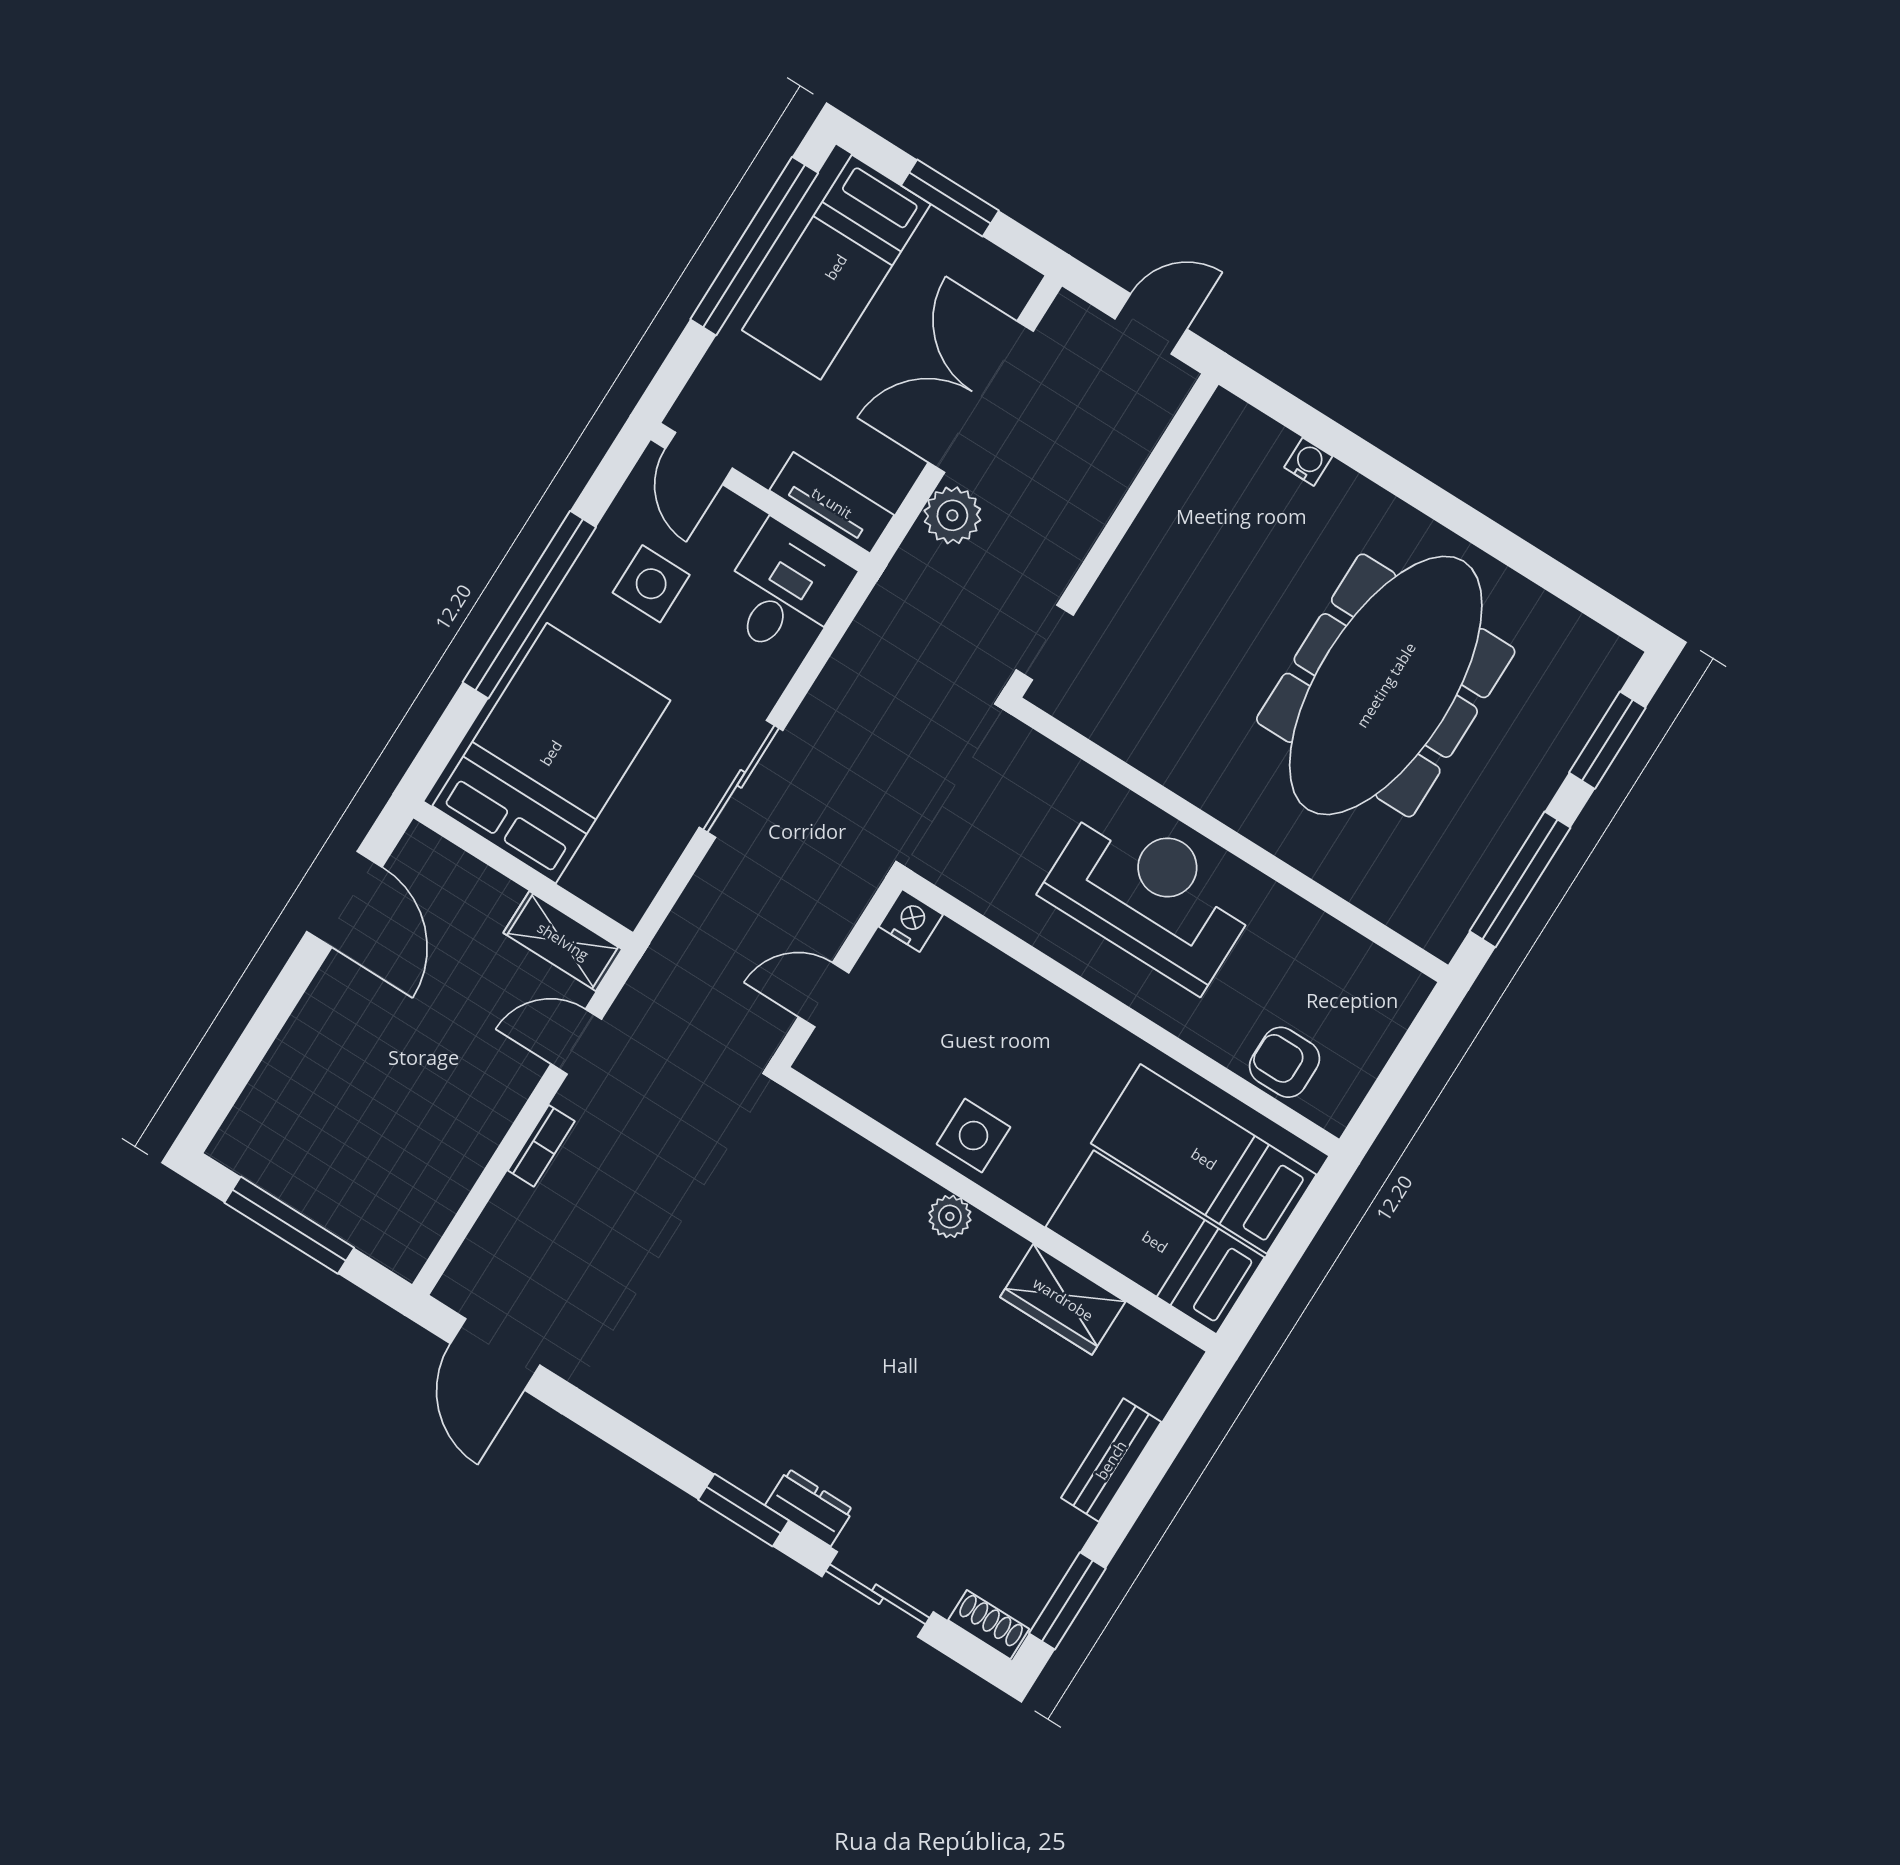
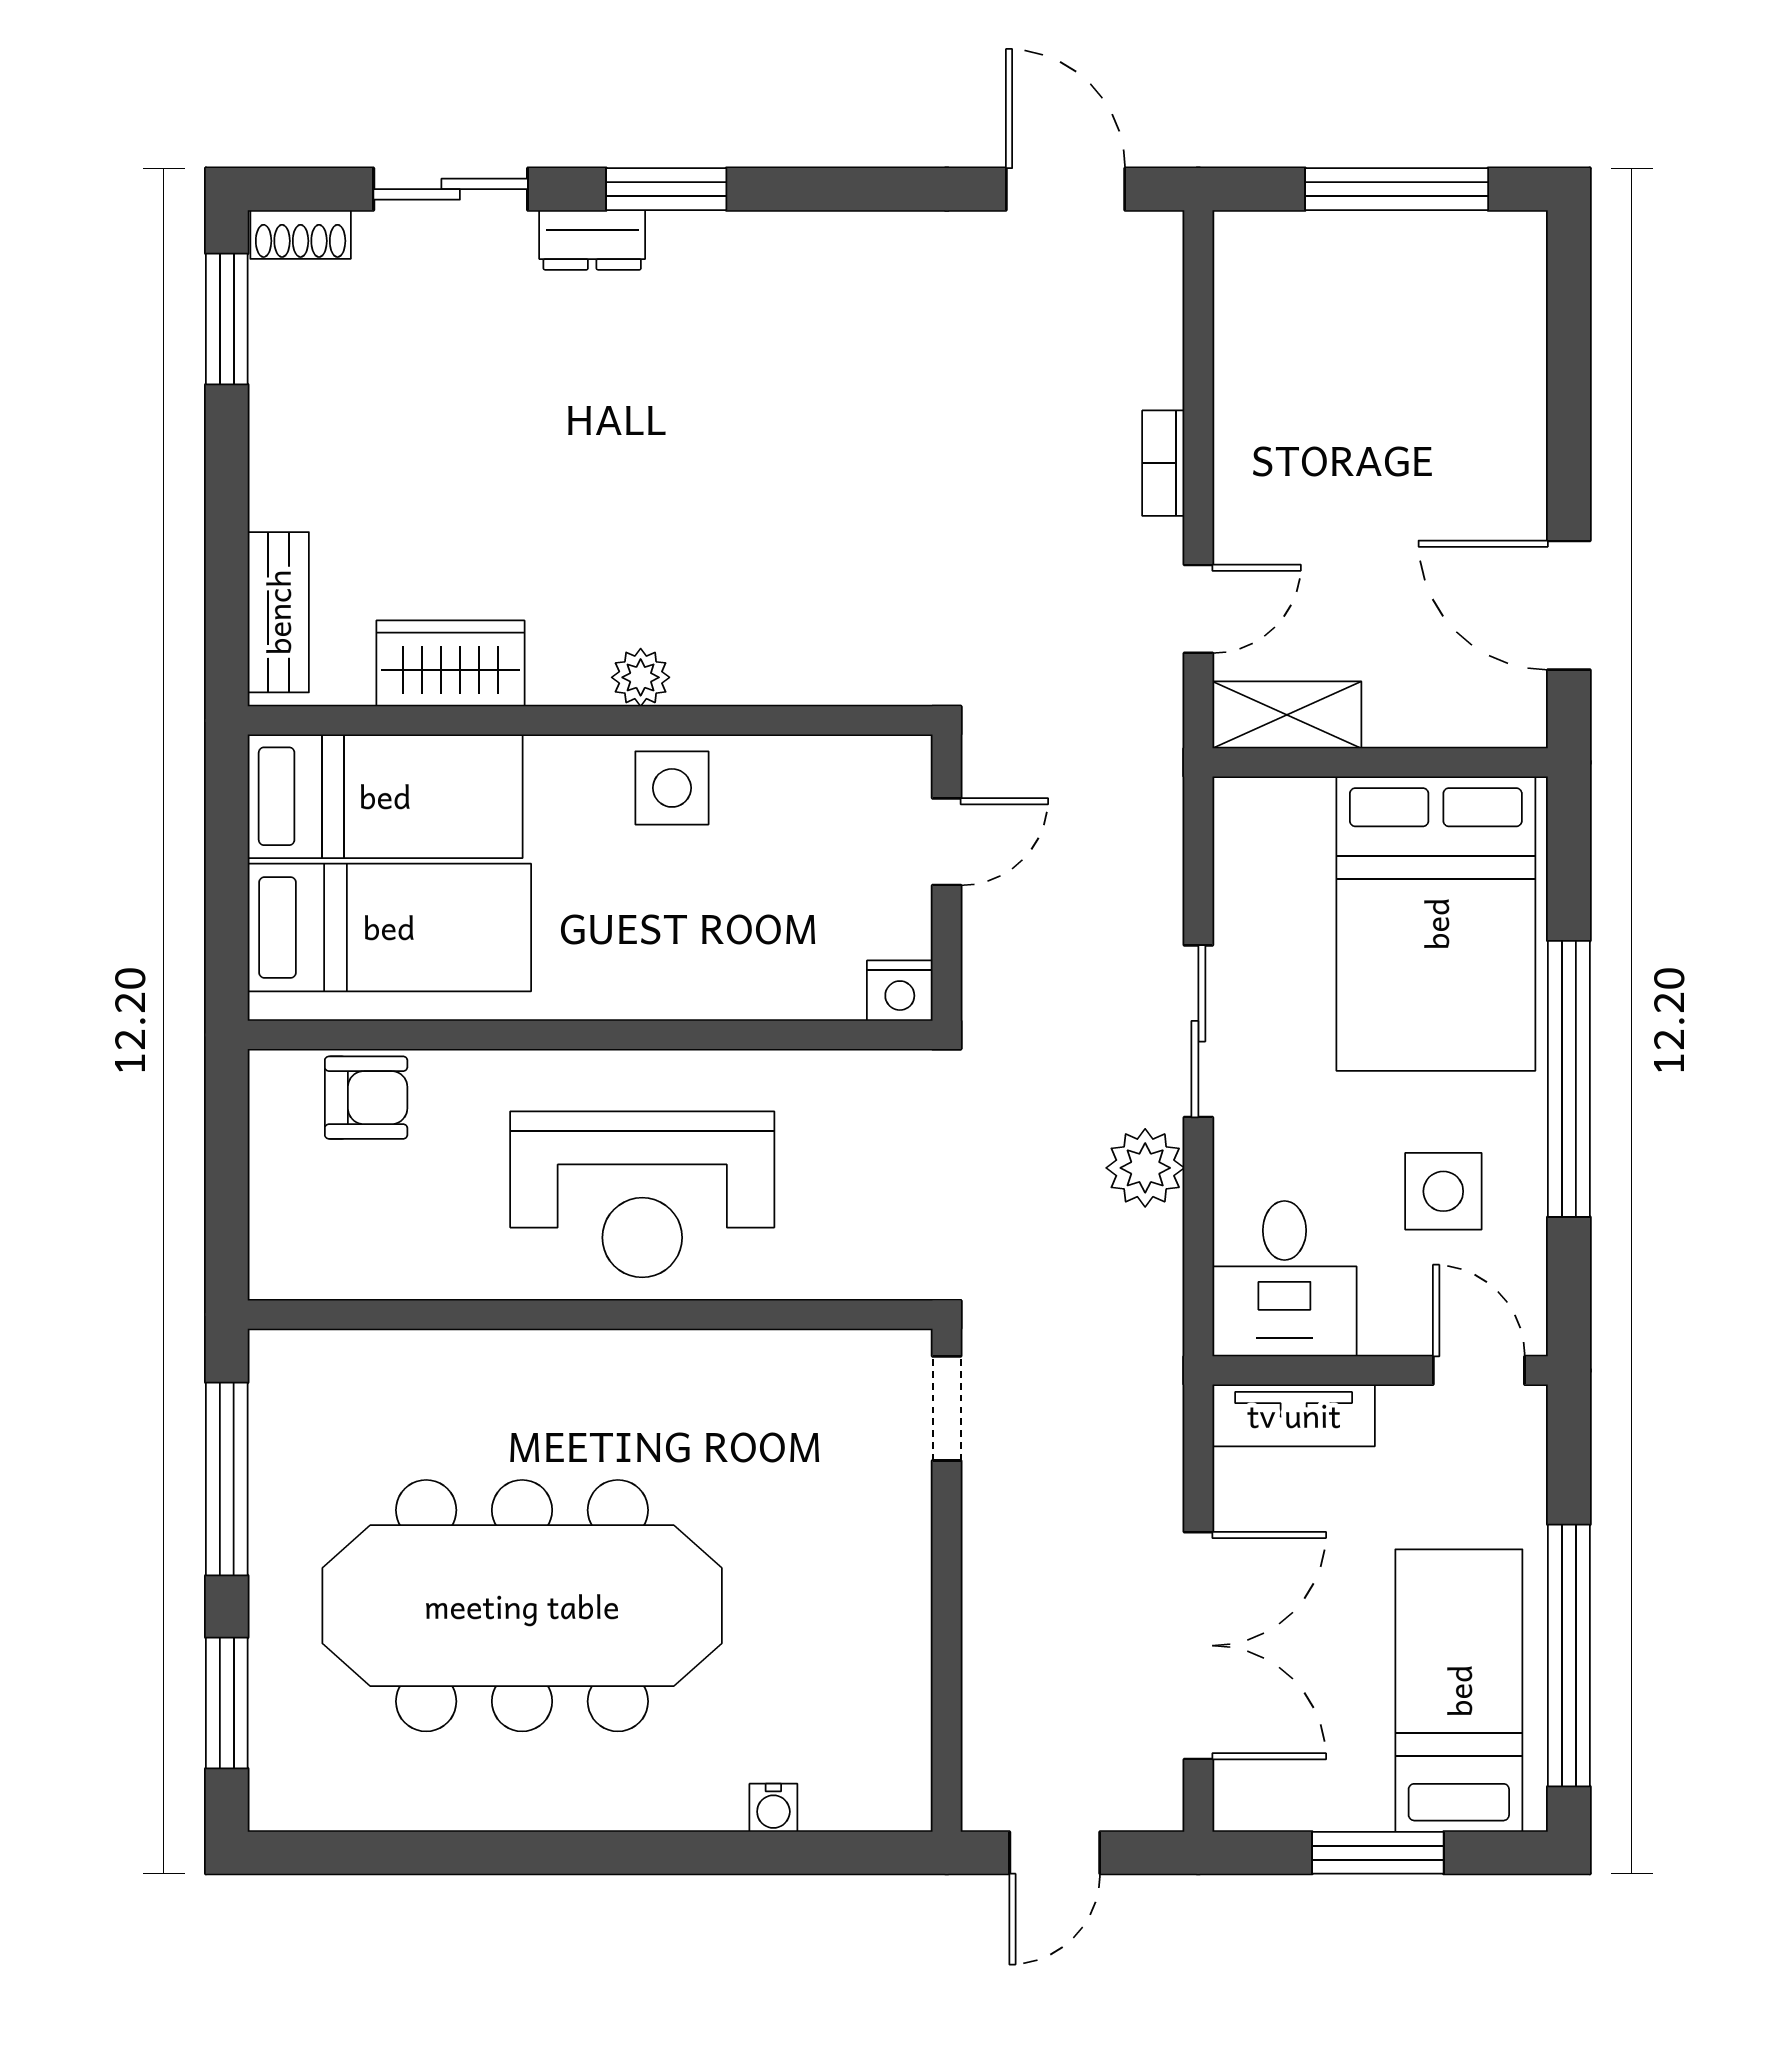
plant: (952, 515) -> (1145, 1168), moved
meeting table: (1386, 685) -> (522, 1606), turned 90
bench: (1111, 1460) -> (278, 612), moved

